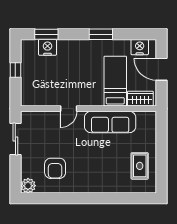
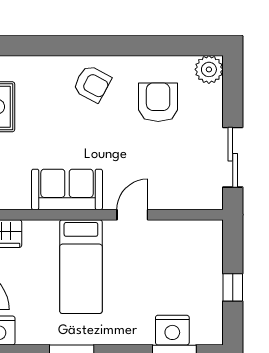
bed: (115, 81) -> (81, 267), moved
sofa: (110, 122) -> (67, 189), width x0.73
armchair: (90, 178) -> (92, 84), added

